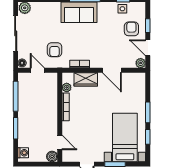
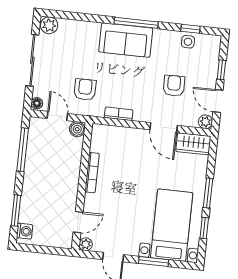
armchair: (131, 29) -> (174, 86), moved
armchair: (54, 50) -> (85, 90), turned 180
wardrobe: (86, 79) -> (193, 144), moved
plant: (67, 87) -> (86, 244), moved
window: (16, 128) -> (16, 211), moved
door: (60, 142) -> (78, 222), hinge flipped
boiler: (52, 156) -> (77, 129), moved

